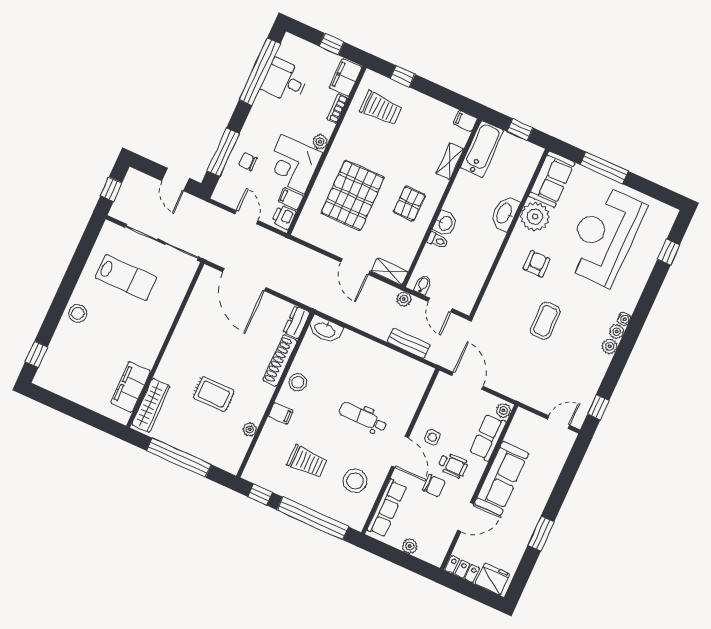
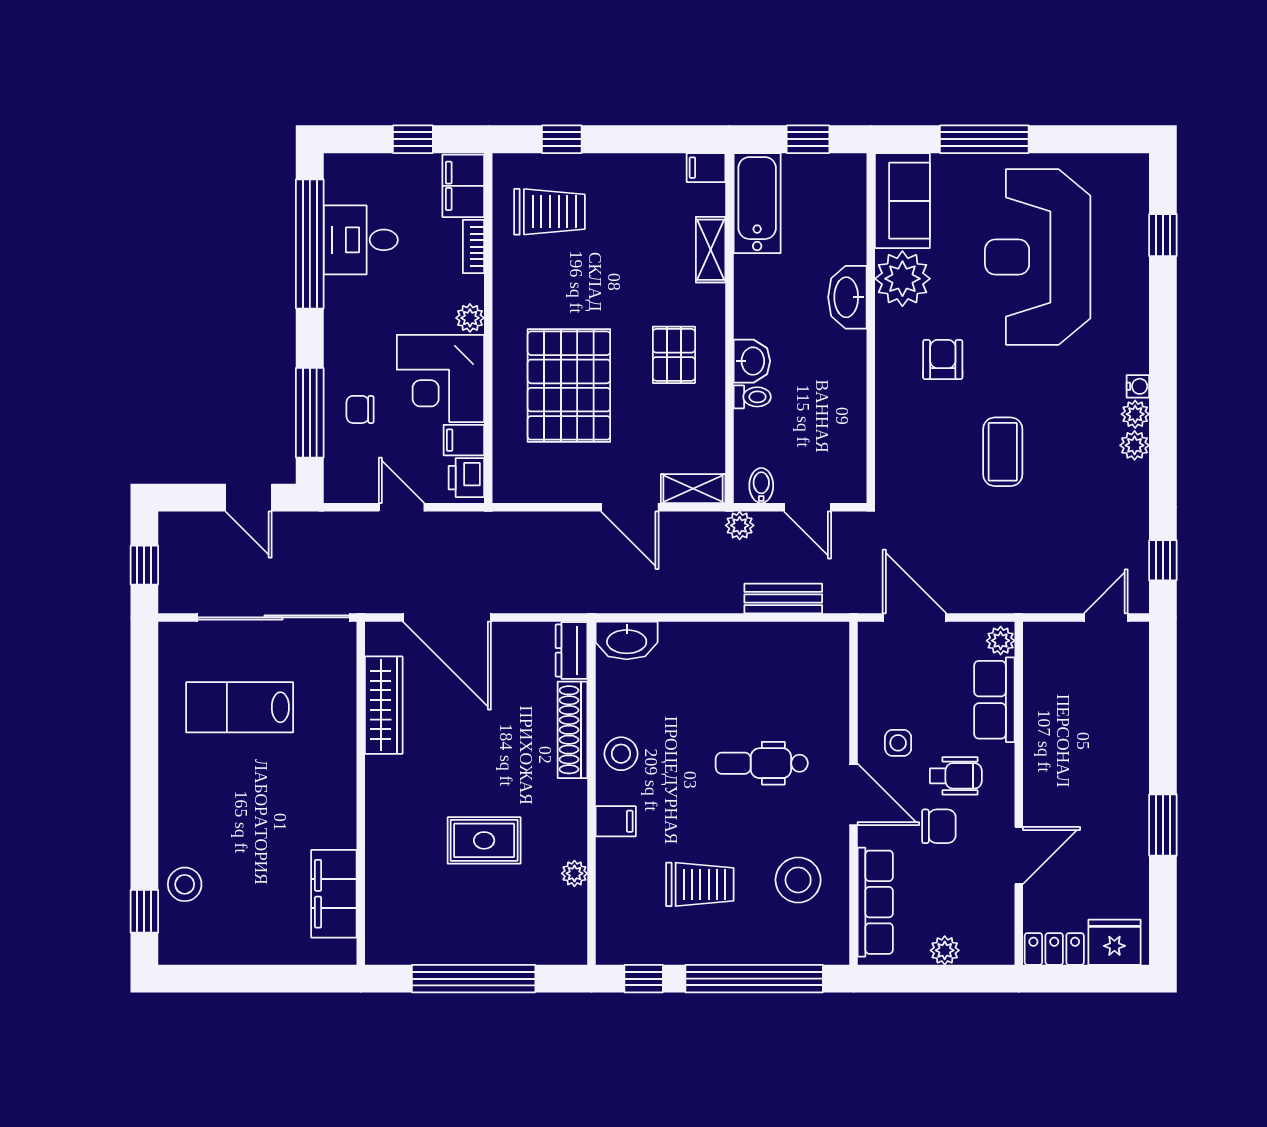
lab bench: (126, 278) -> (240, 707), turned 180
stool: (78, 313) -> (185, 884), moved
wardrobe: (151, 405) -> (384, 705), moved
sofa: (502, 478) -> (1051, 760), removed

